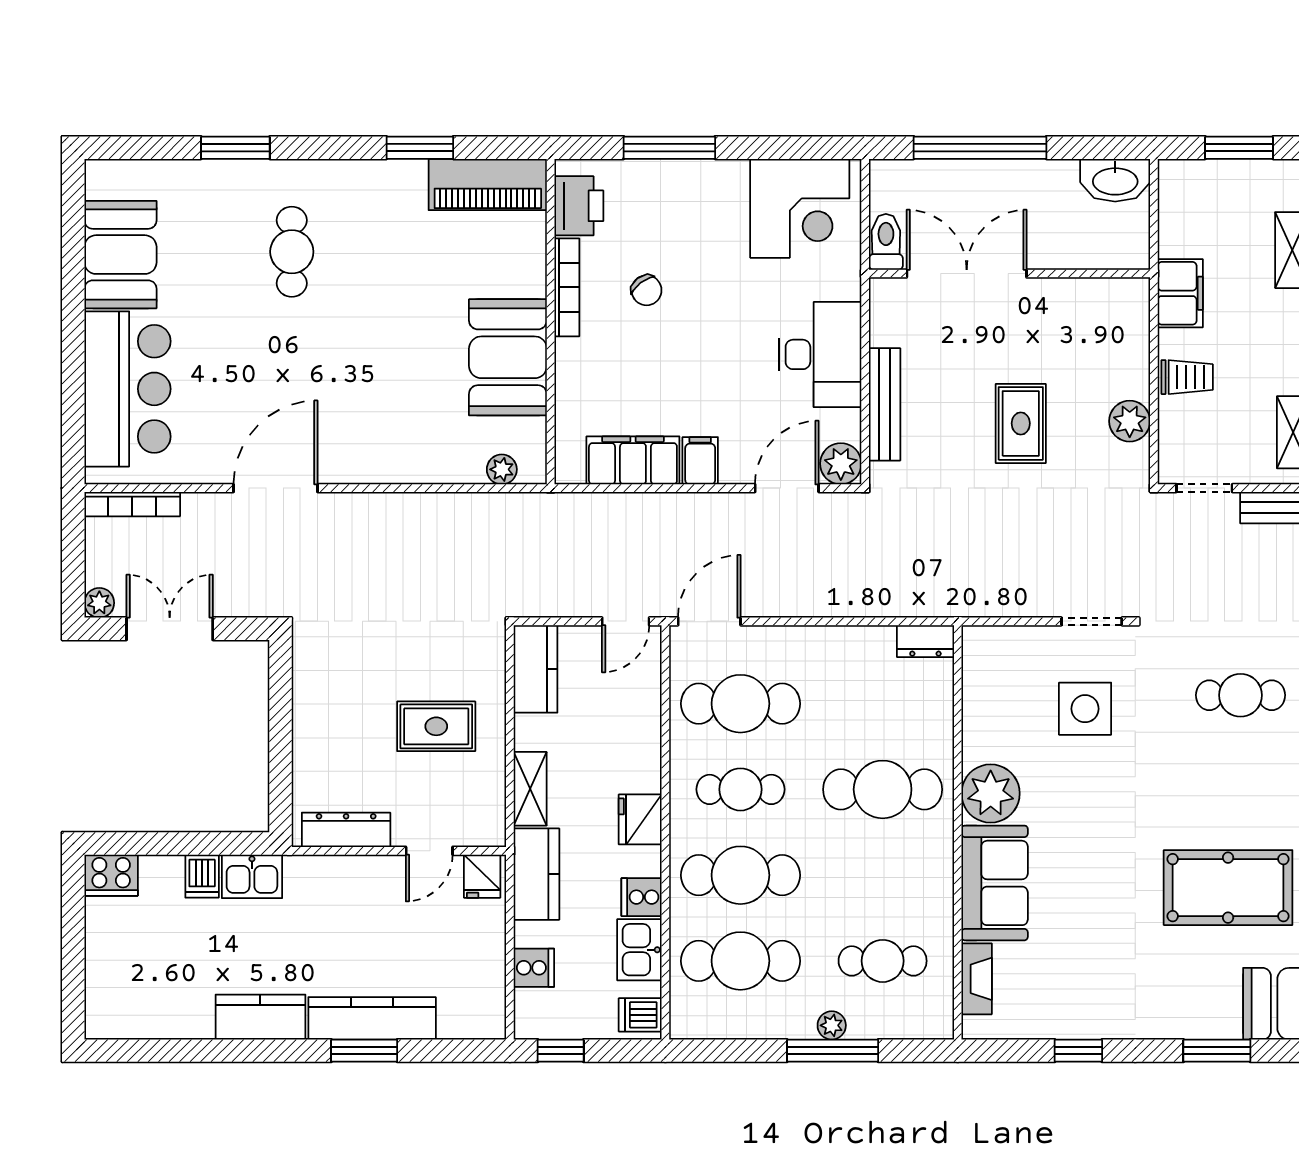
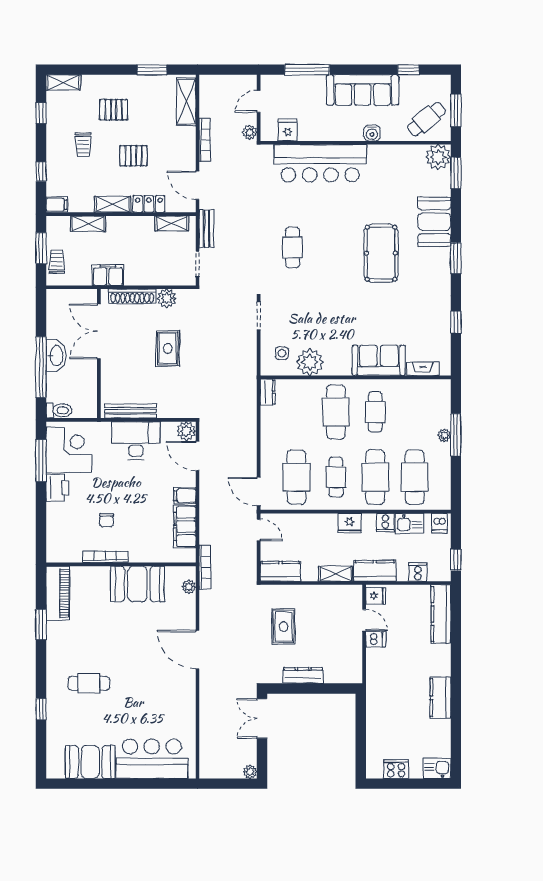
window: (235, 148) -> (41, 709), width x0.67
window: (669, 148) -> (41, 461), moved
washbasin: (1115, 180) -> (56, 356), moved
printer: (579, 206) -> (57, 488), moved, turned 90
toilet: (886, 242) -> (59, 410), moved, turned 180
double door: (967, 274) -> (99, 331), moved
chair: (647, 290) -> (107, 520), turned 127
shoe rack: (1134, 346) -> (132, 296), added
trolley: (1187, 377) -> (57, 261), moved
bench: (885, 404) -> (130, 411), moved
rug: (1021, 423) -> (168, 348), turned 90
door: (275, 488) -> (197, 650), moved
bookcase: (132, 504) -> (205, 567), moved
double door: (170, 629) -> (262, 719), moved
side table: (1085, 709) -> (282, 353), moved, width x0.54, depth x0.54
rug: (436, 726) -> (284, 627), moved
plant: (991, 793) -> (310, 362), moved
dresser: (346, 830) -> (303, 675), moved, turned 90
cooker: (111, 875) -> (396, 769), moved, turned -90
dishwasher: (202, 876) -> (376, 639), moved
kitchen sink: (252, 876) -> (437, 768), moved, turned -90
cafe table: (883, 961) -> (375, 412), moved
kitchen counter: (372, 1018) -> (441, 614), moved
window: (364, 1051) -> (456, 650), removed

